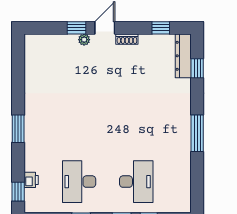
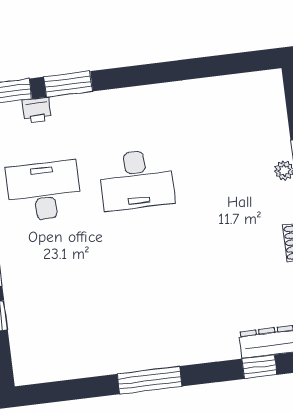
window: (18, 129) -> (68, 84), moved
desk: (136, 182) -> (137, 180), moved

